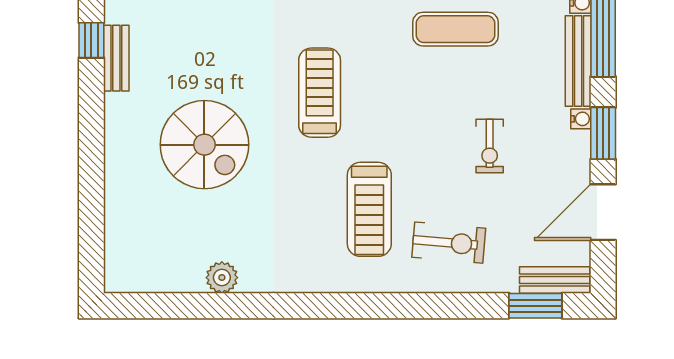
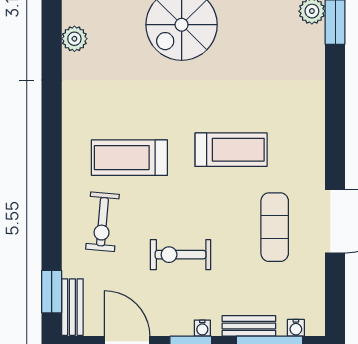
bench: (578, 61) -> (249, 326), width x0.73
treadmill: (320, 93) -> (231, 150), moved
exercise bike: (490, 146) -> (180, 255), width x1.38, depth x1.39

